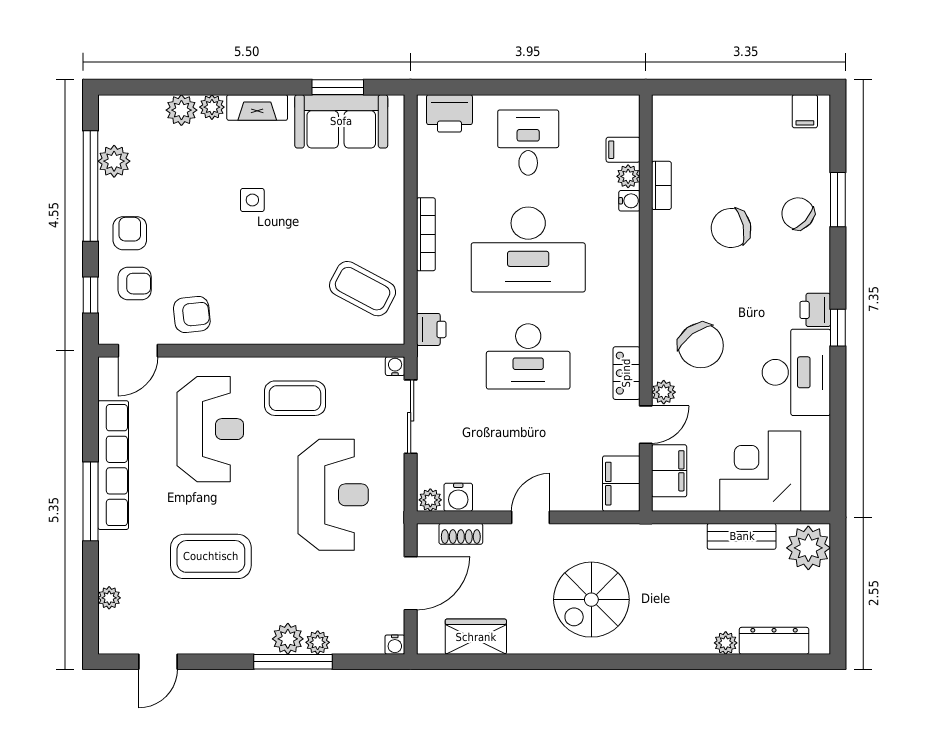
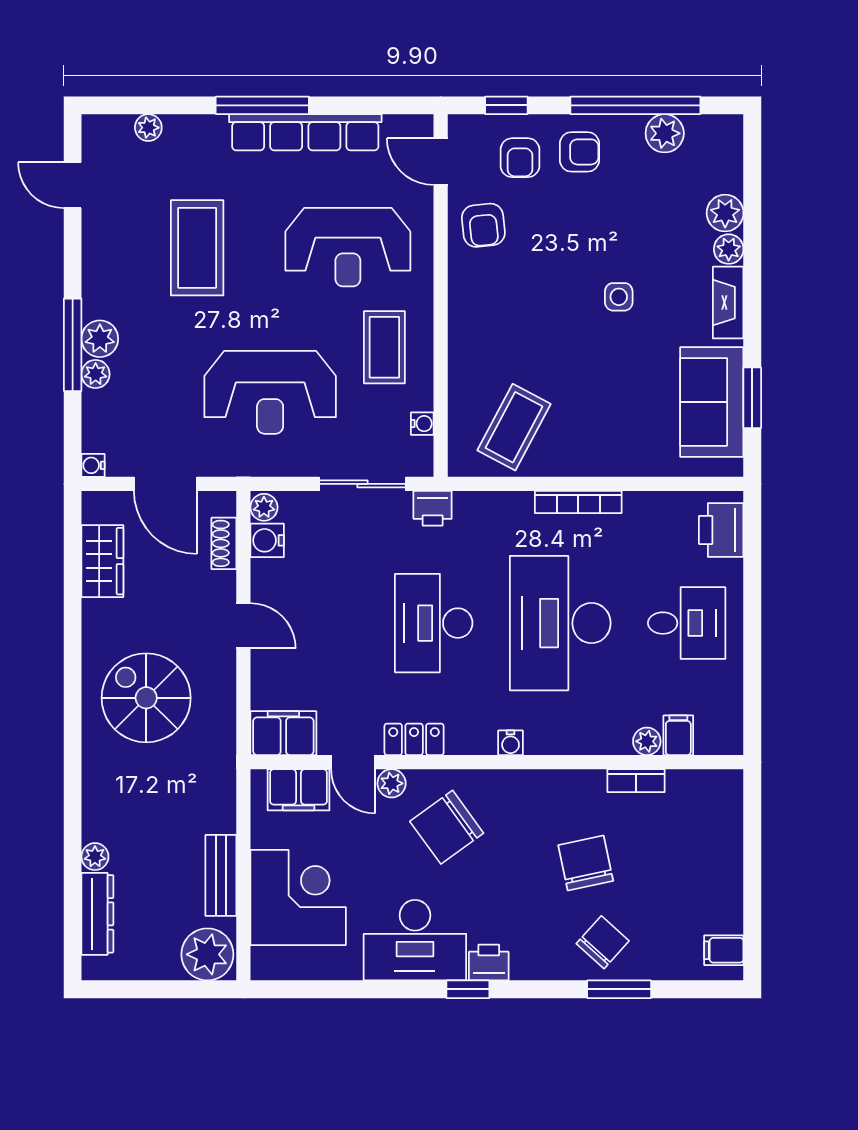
water cooler: (629, 201) -> (511, 743), moved
printer: (431, 329) -> (433, 508), moved
water cooler: (395, 366) -> (422, 424), moved

